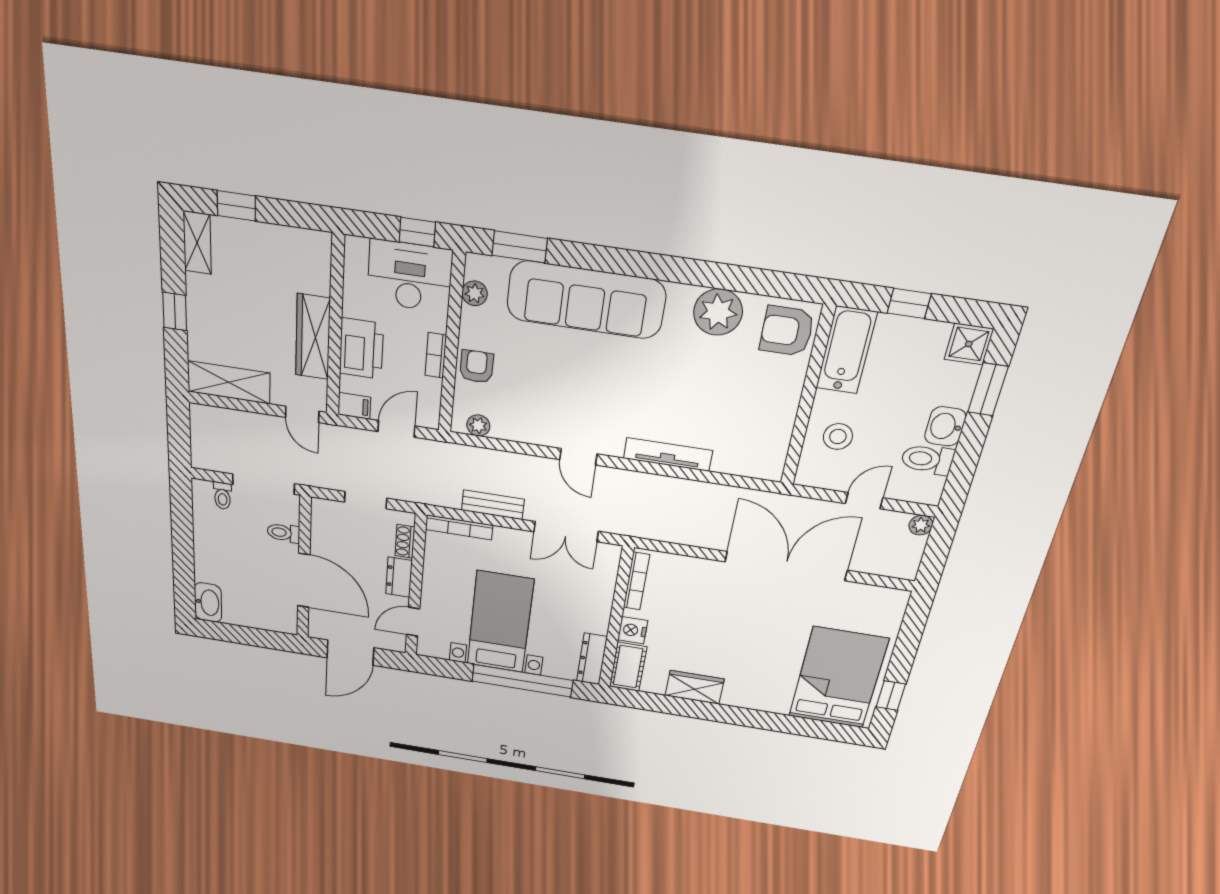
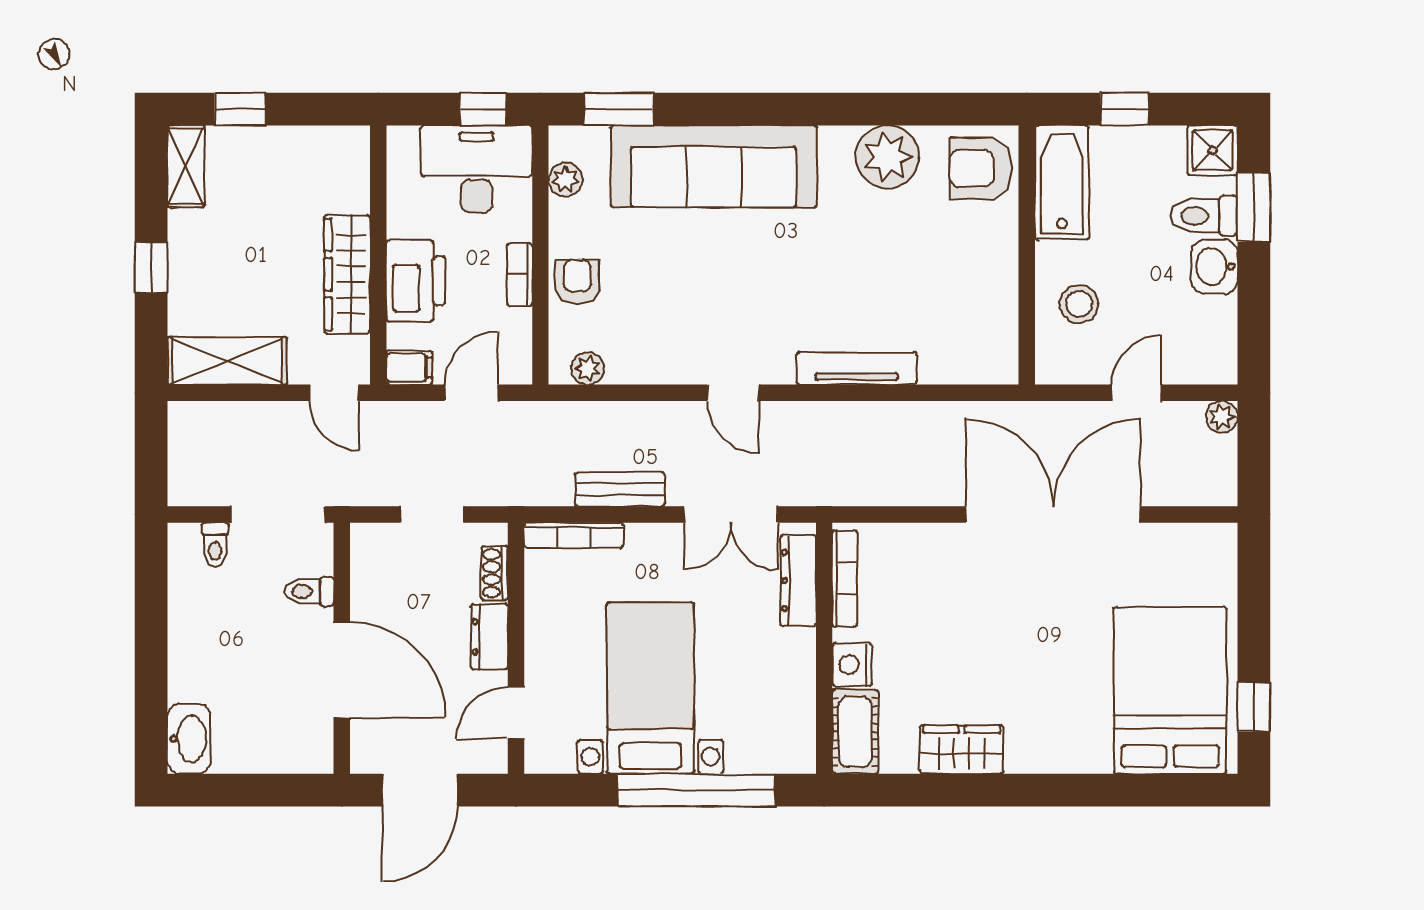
toilet: (927, 459) -> (1204, 216), moved
dresser: (592, 659) -> (798, 581), moved

